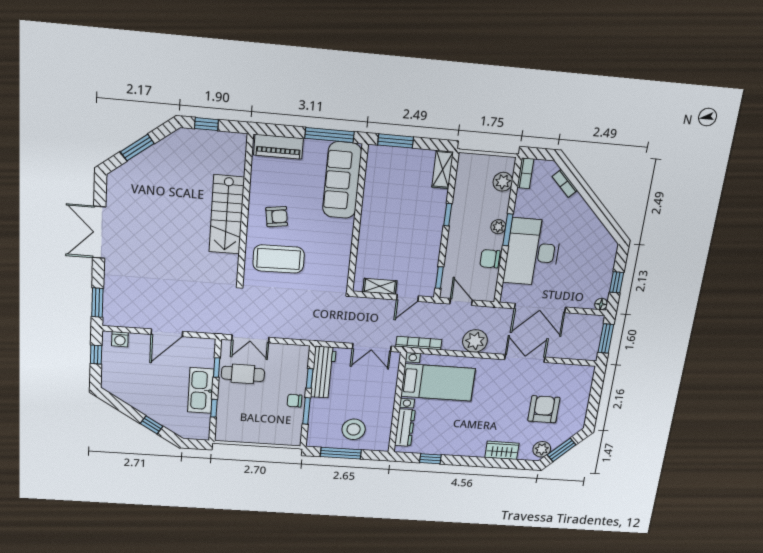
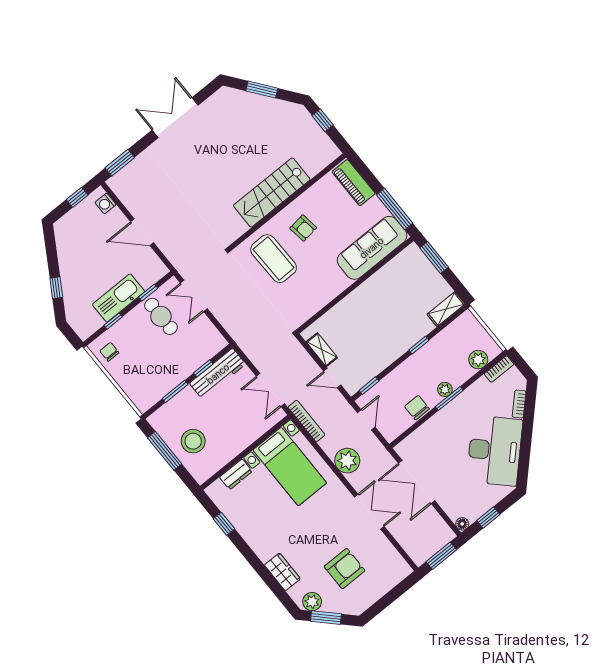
desk: (533, 252) -> (495, 451), moved, turned 135
chair: (294, 401) -> (109, 352), moved
dresser: (405, 428) -> (236, 474), width x0.70

